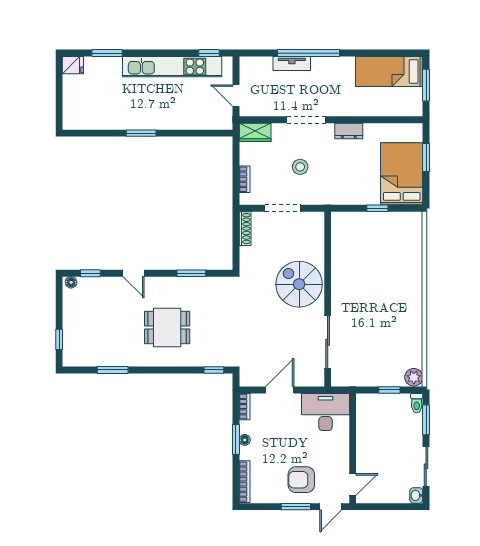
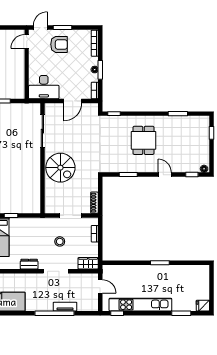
dining table: (167, 327) -> (144, 140), turned 90

